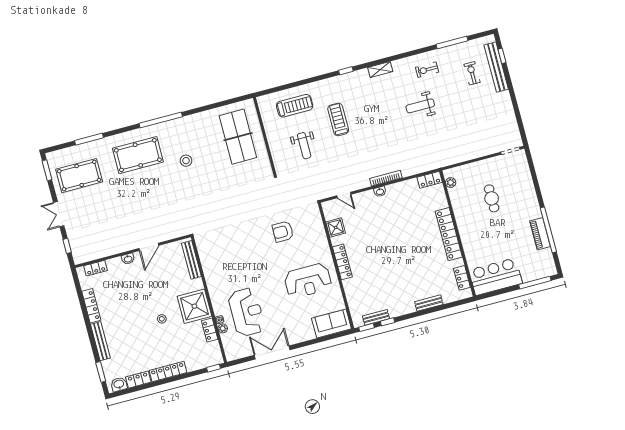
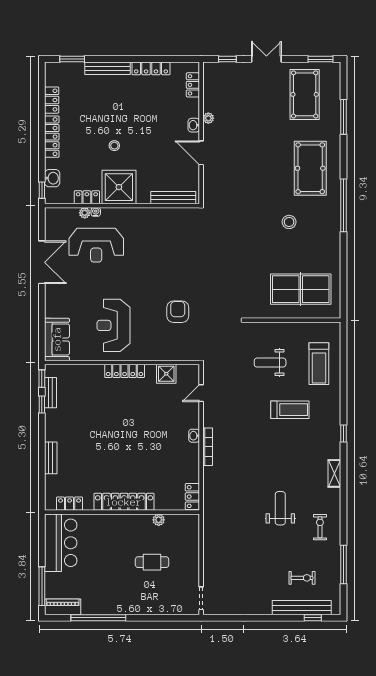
plant: (451, 183) -> (159, 520), moved
piano: (540, 234) -> (63, 607), moved
plant: (119, 249) -> (208, 118), added
washbasin: (119, 384) -> (52, 178), moved

